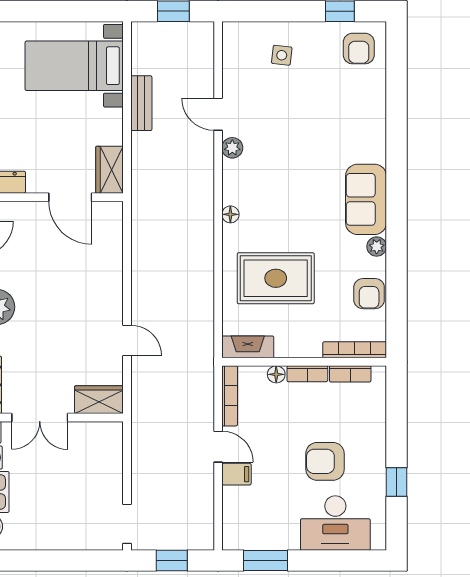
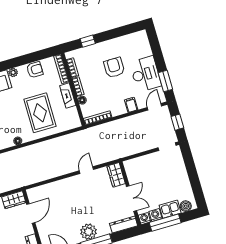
fireplace: (248, 347) -> (68, 96), moved
door: (218, 447) -> (154, 107), moved
armchair: (325, 461) -> (114, 68), turned 180
window: (397, 482) -> (88, 41), moved
desk: (335, 523) -> (145, 74), moved

